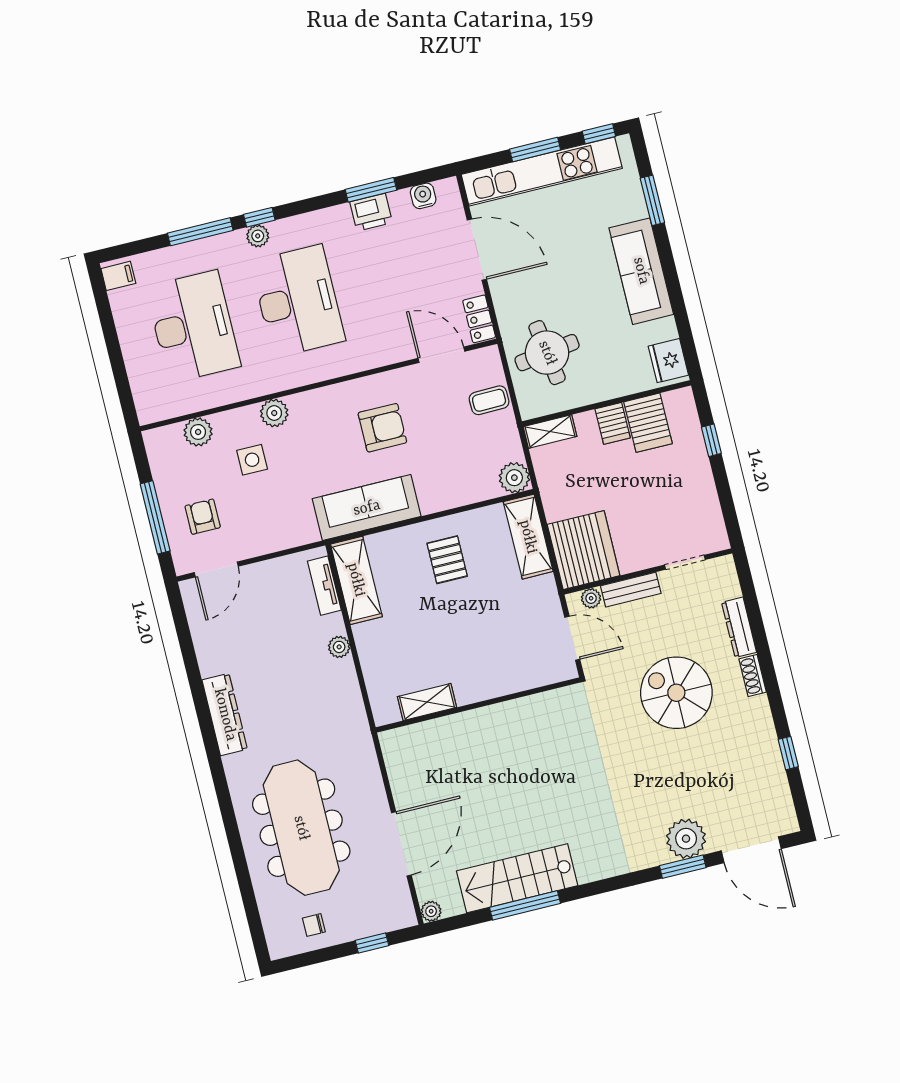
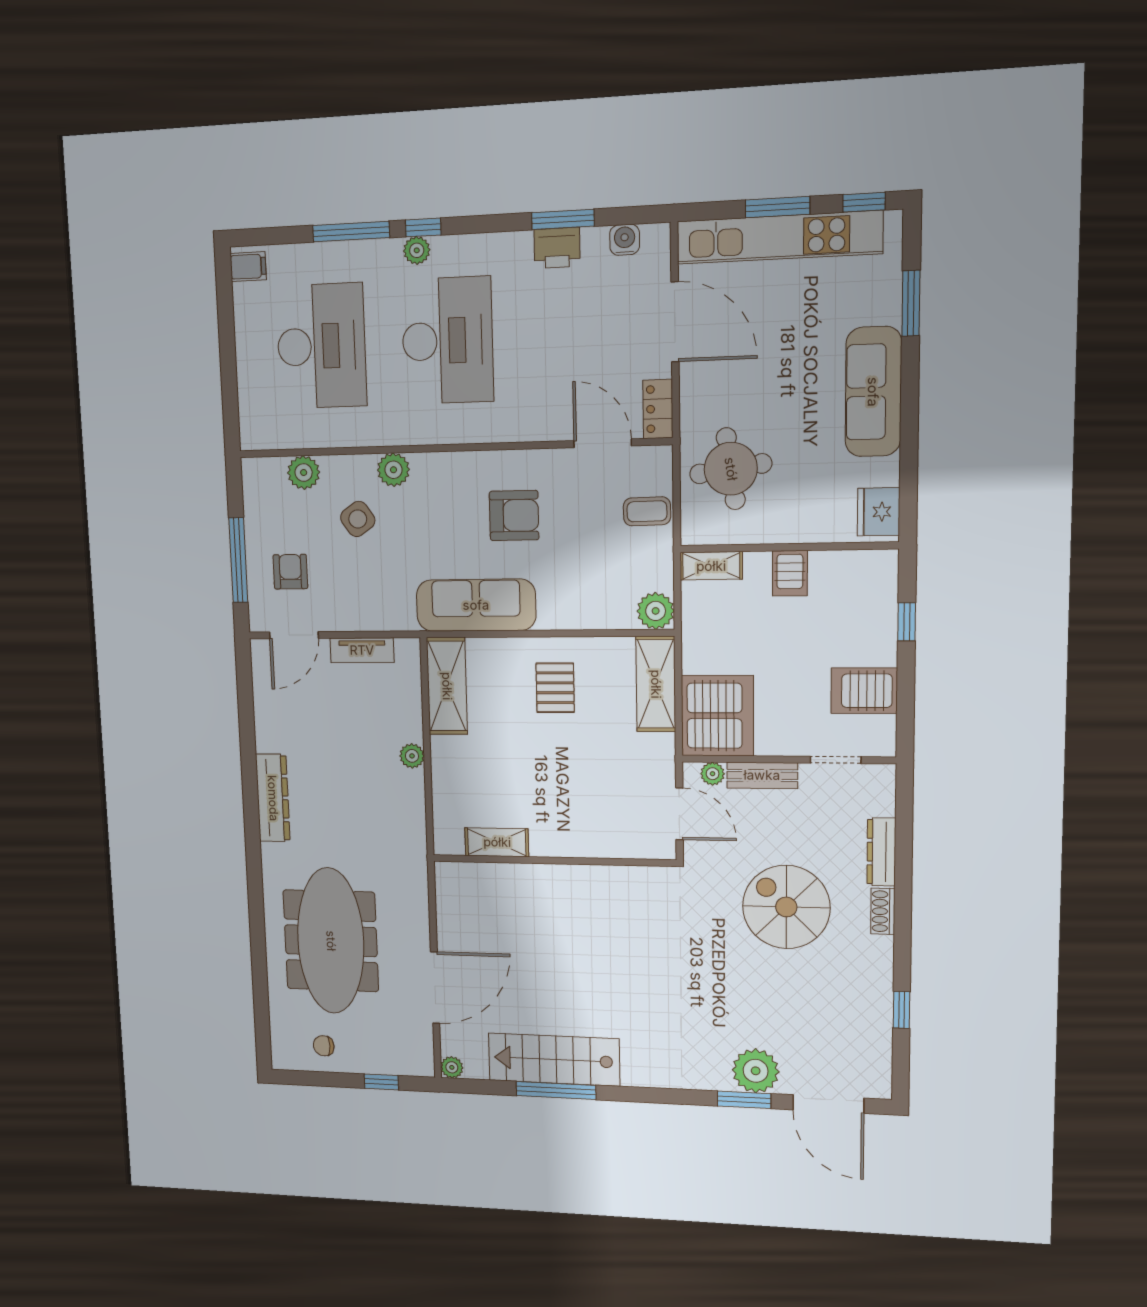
server rack: (648, 423) -> (864, 691), moved, turned 90
side table: (252, 460) -> (358, 519), turned -35
tv unit: (324, 586) -> (362, 650), moved, turned -90

